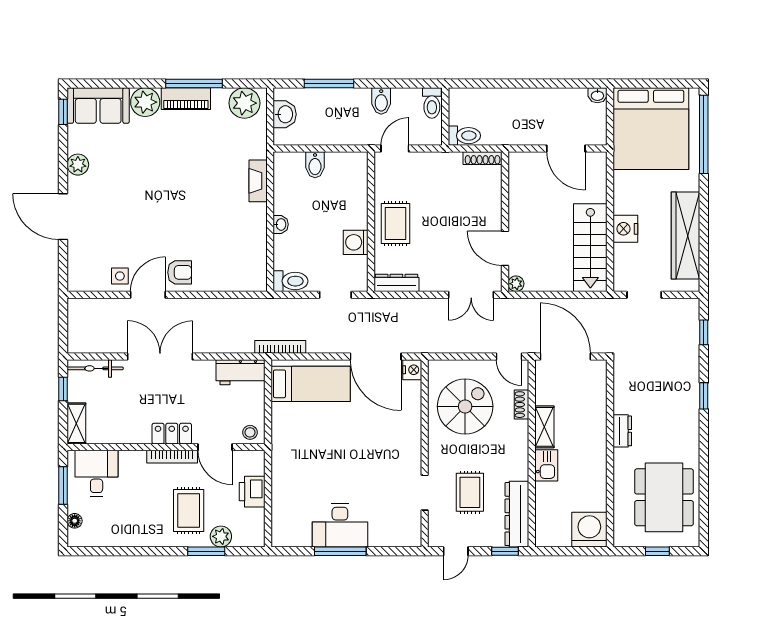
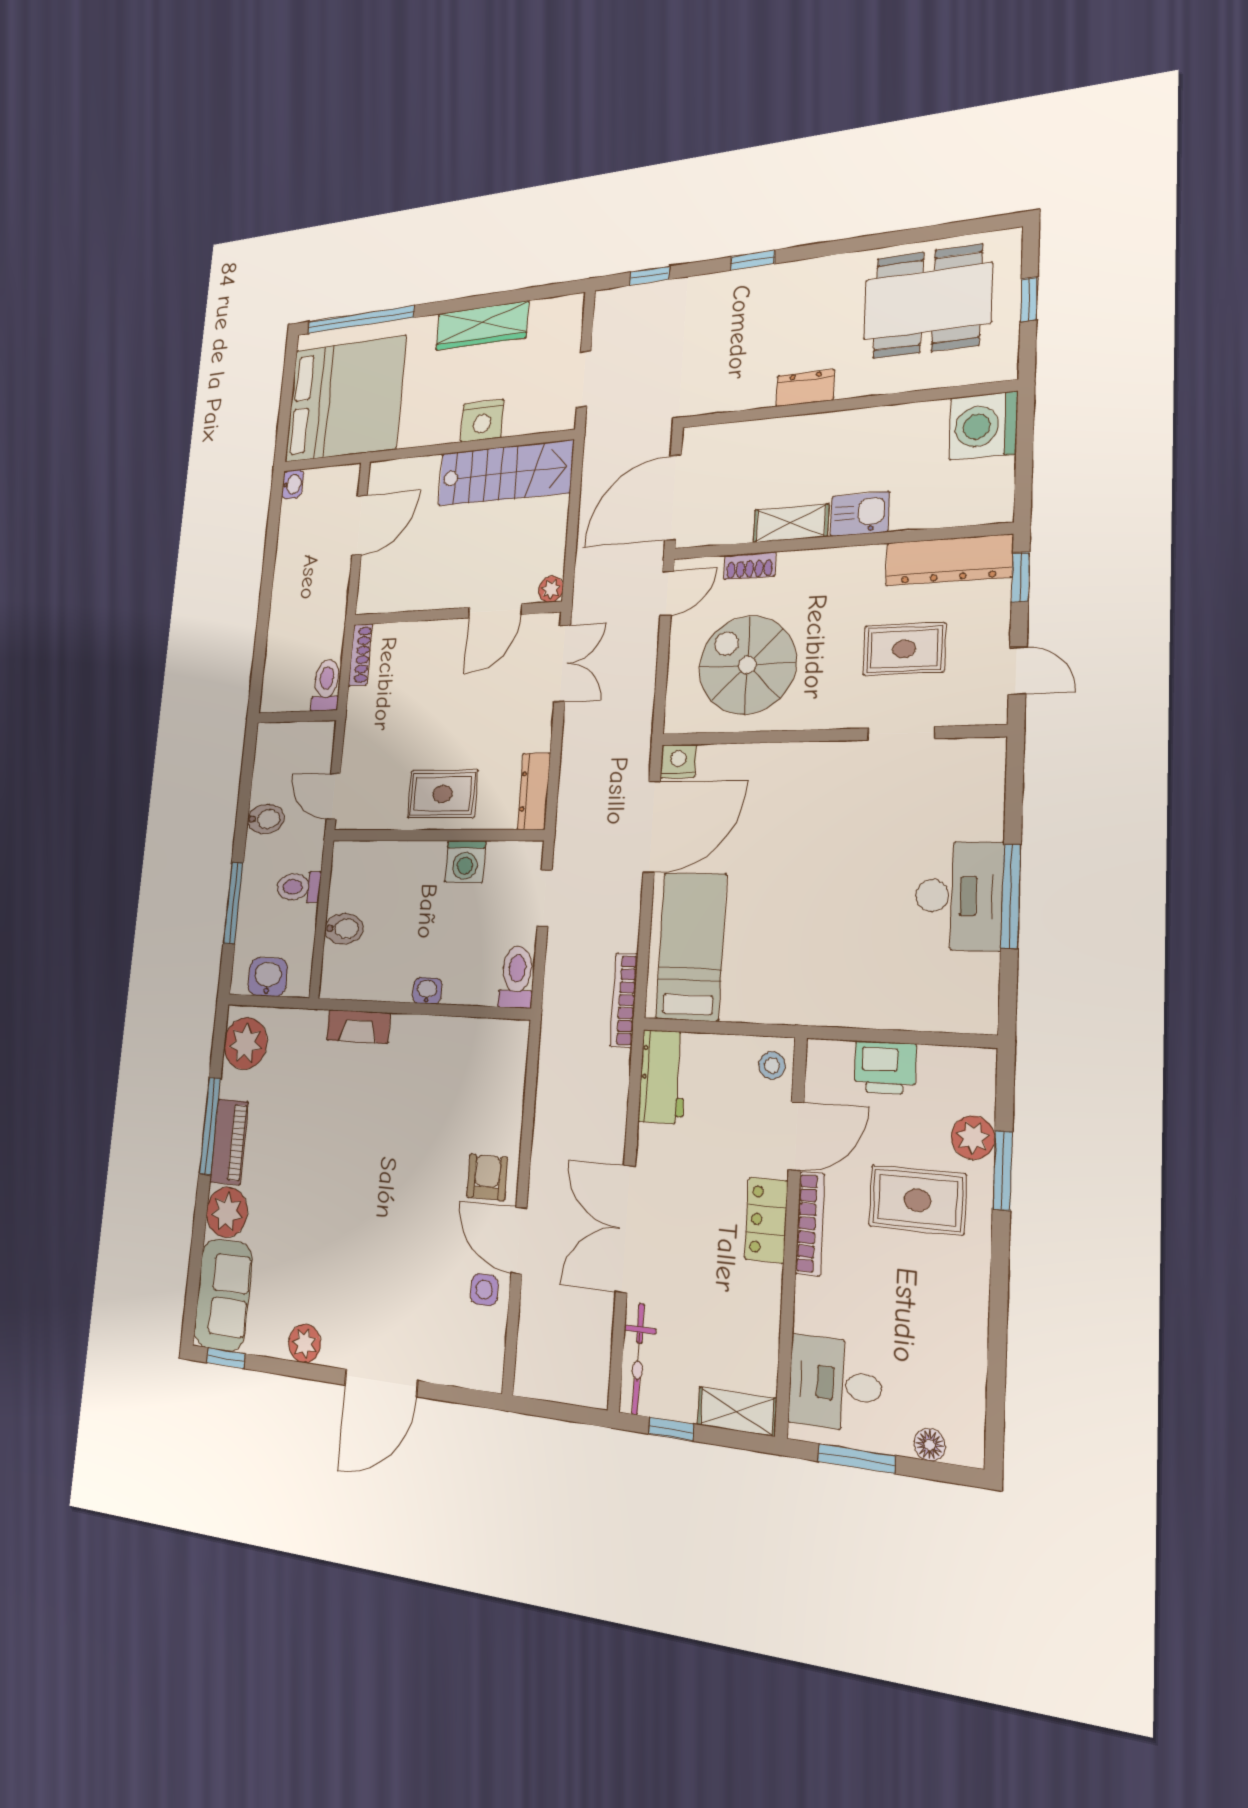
toilet: (432, 103) -> (299, 887), moved, turned 180
wardrobe: (686, 236) -> (482, 326), width x0.71, depth x0.85

